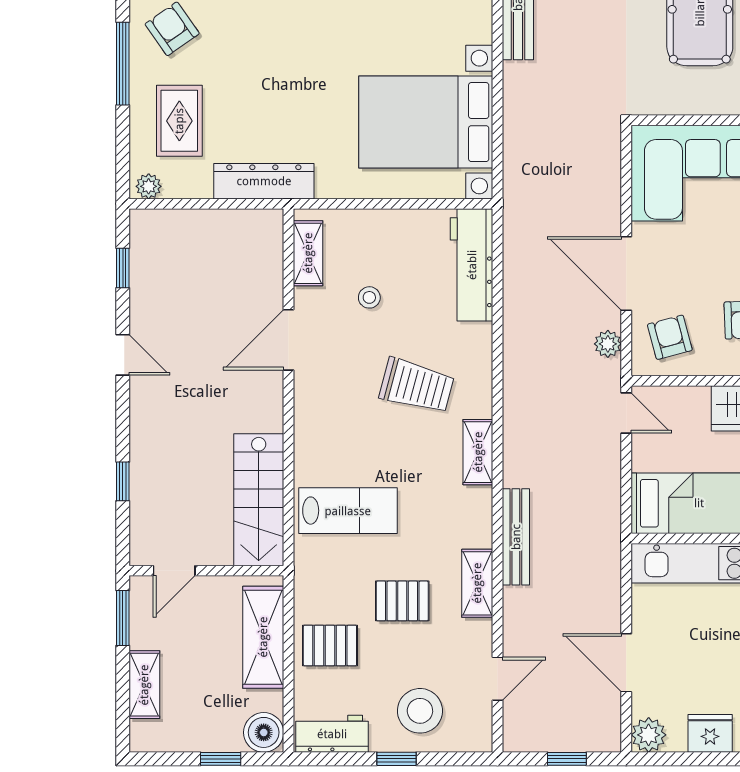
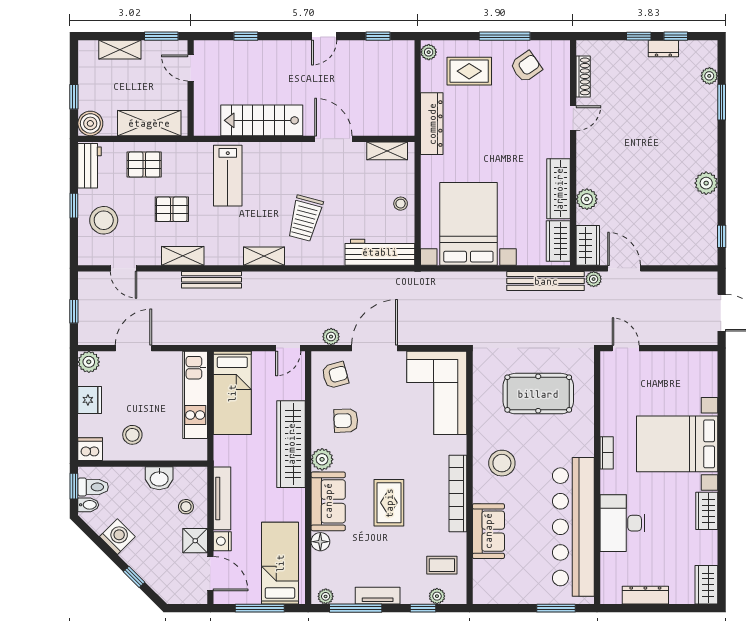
stool: (369, 297) -> (401, 204), moved
stairs: (259, 500) -> (262, 120), moved
pallet: (402, 601) -> (172, 209), turned 90
pallet: (330, 646) -> (144, 164), turned 90

